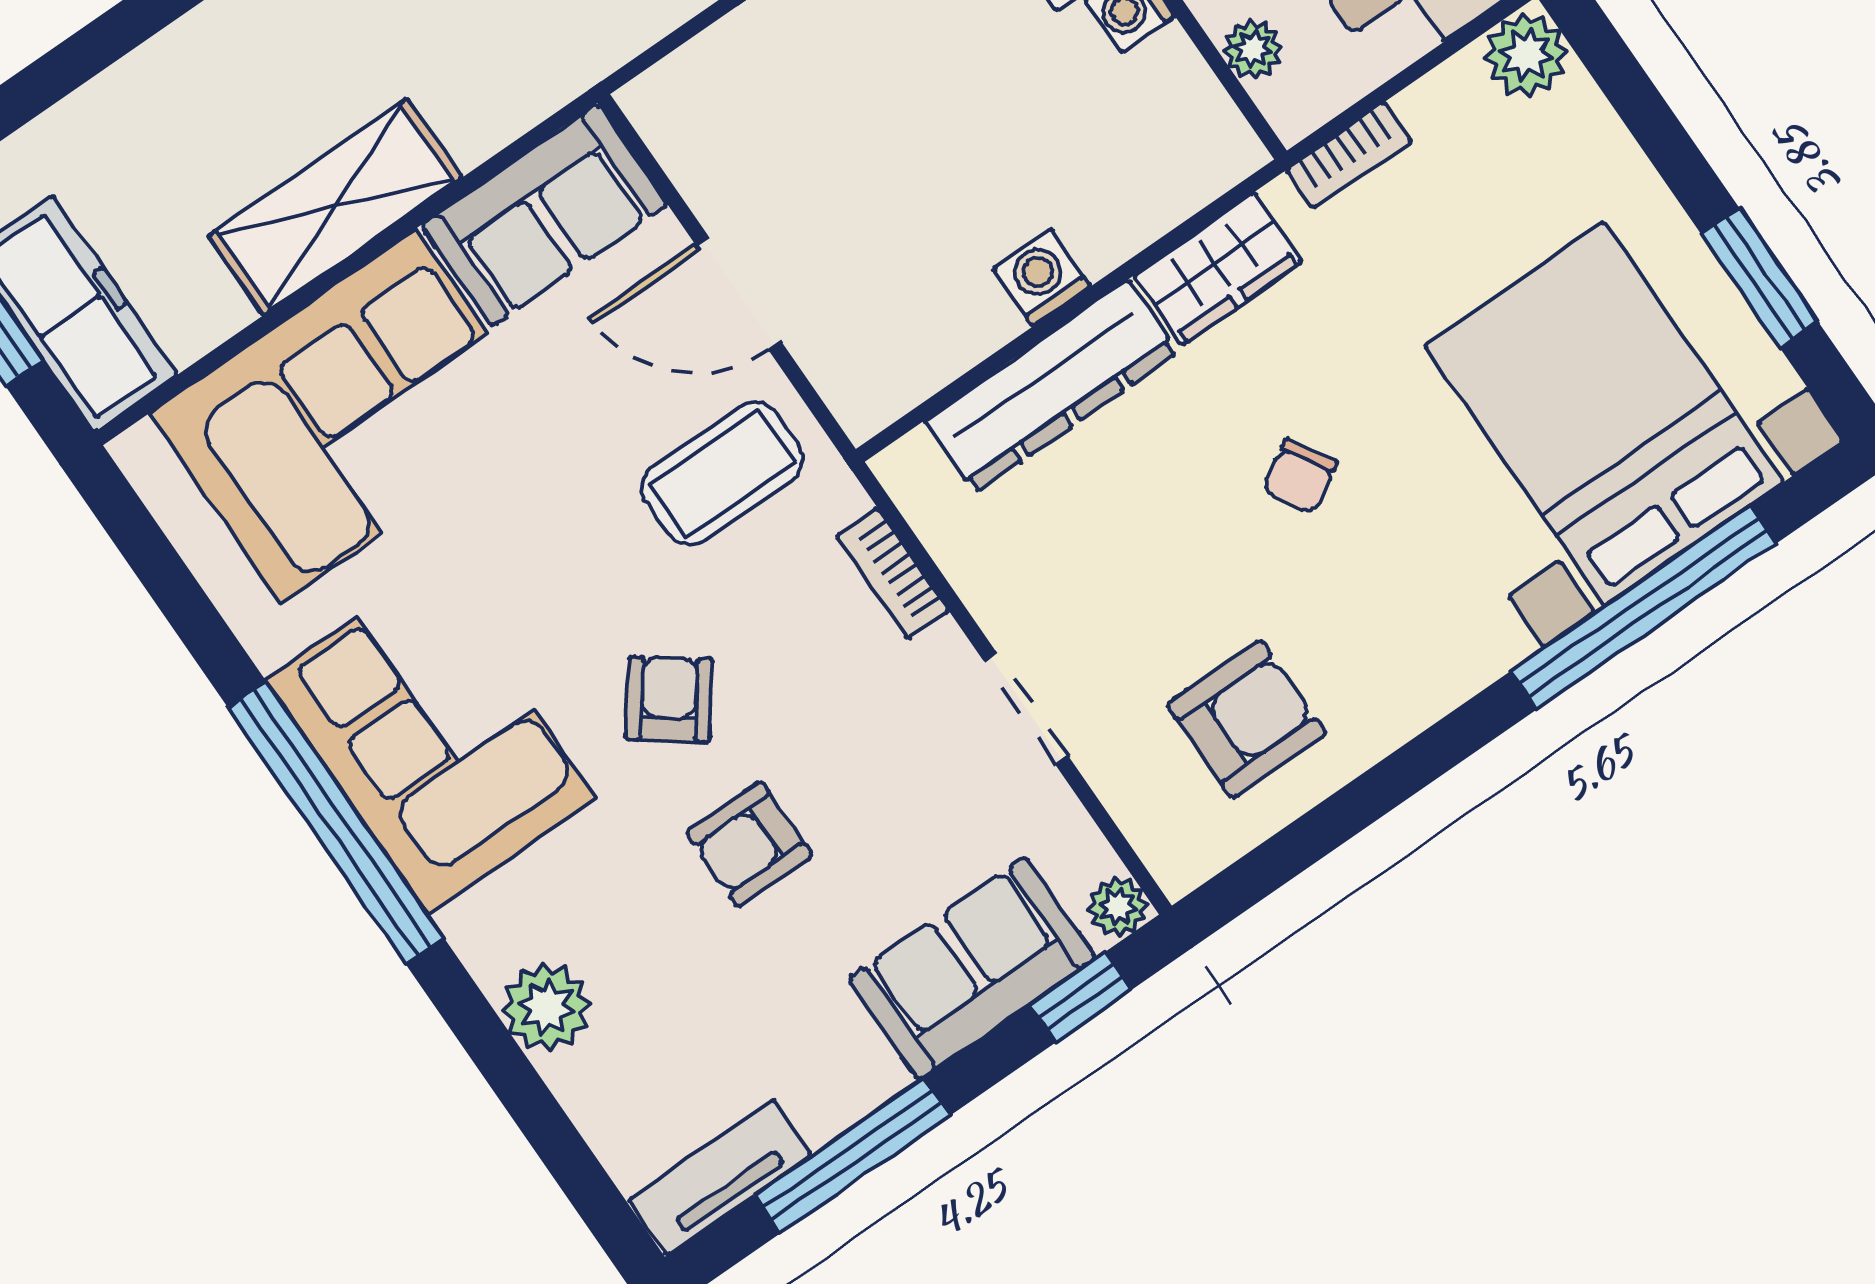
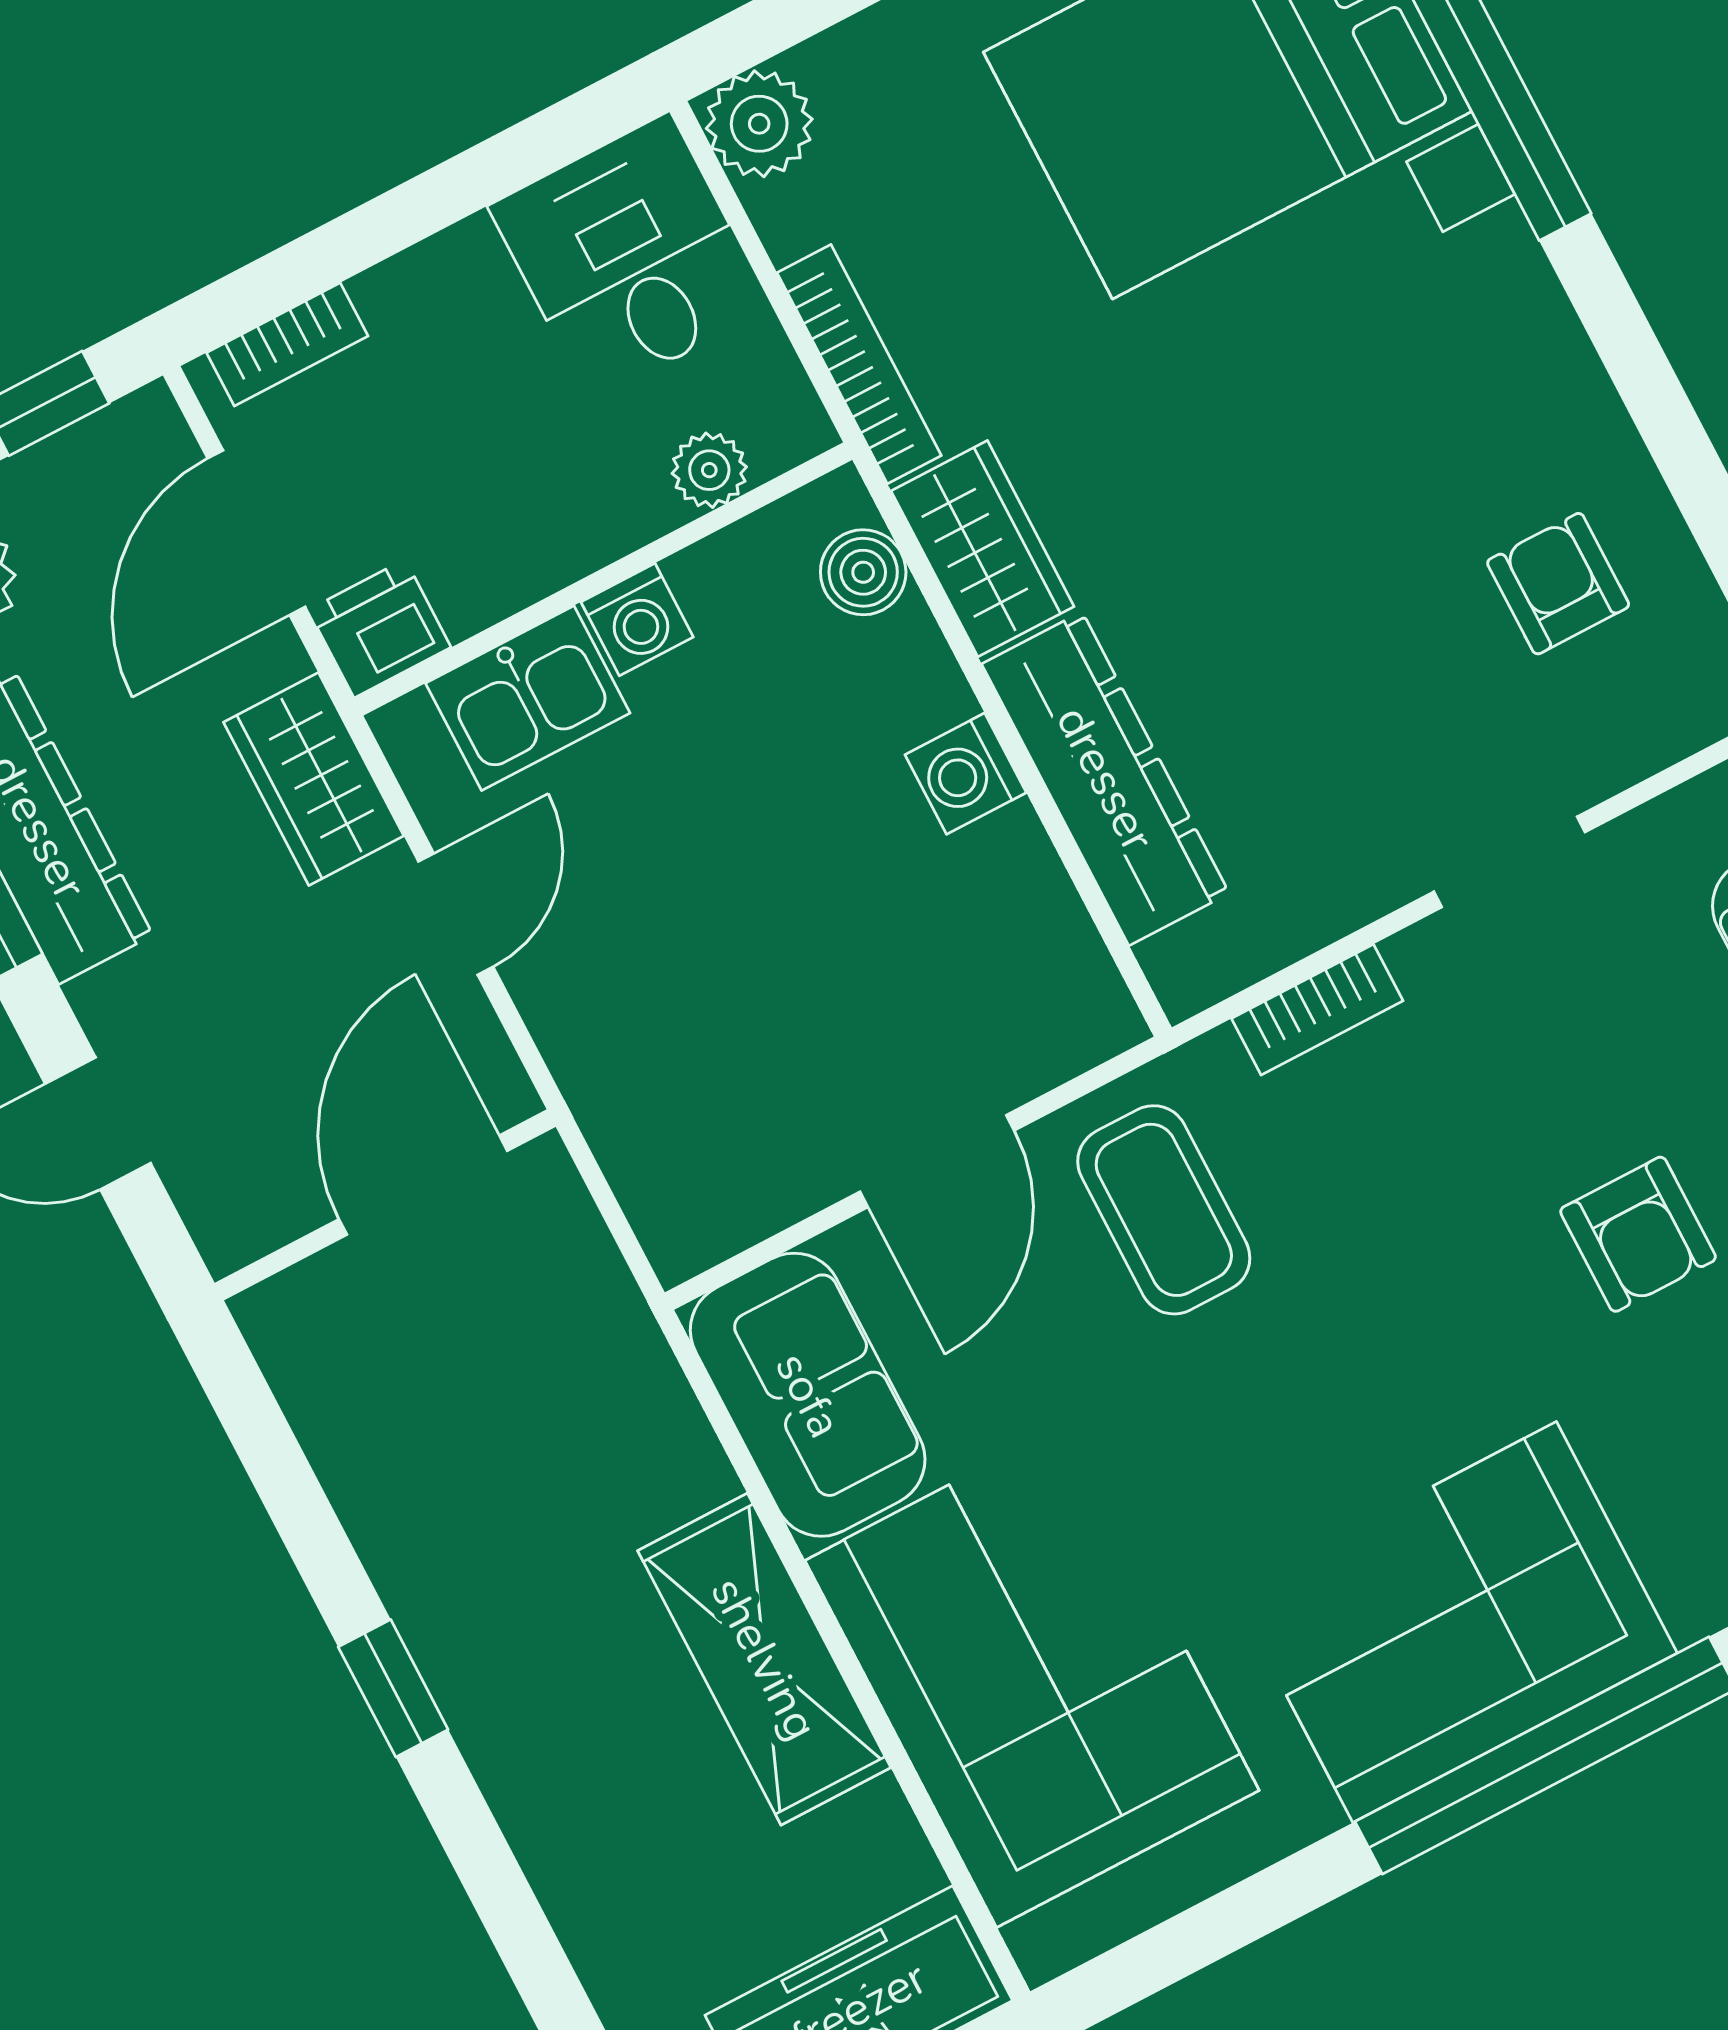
bookcase: (1349, 155) -> (859, 364), width x1.56
boiler: (1188, 179) -> (863, 572), added
chair: (1300, 476) -> (1259, 477), removed
armchair: (669, 699) -> (1442, 1313), removed
armchair: (1246, 719) -> (1558, 584), width x0.72, depth x0.72

